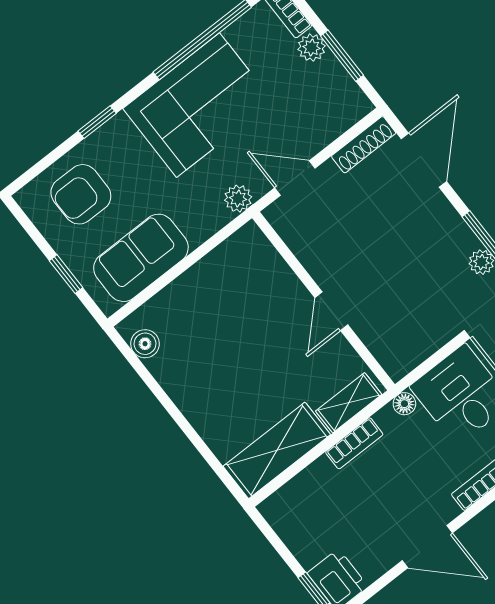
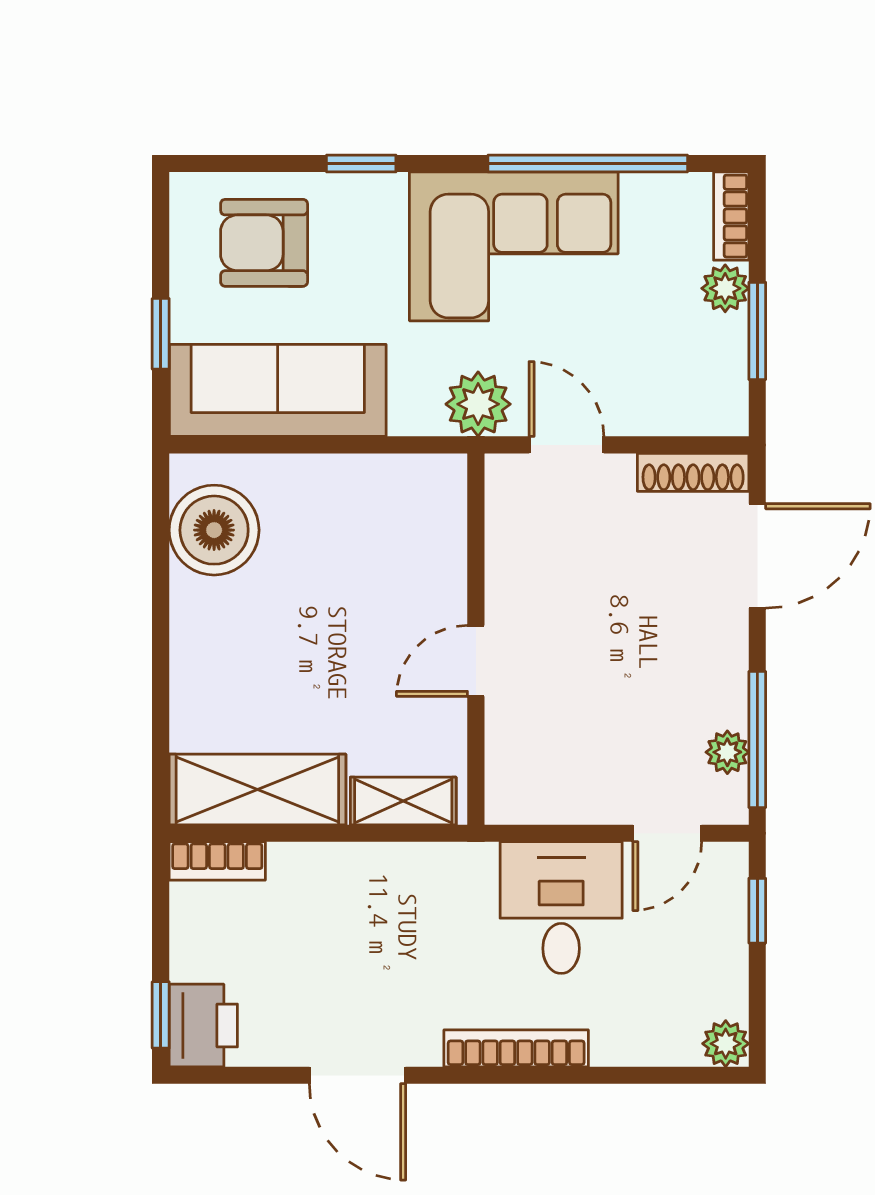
plant: (238, 199) -> (478, 404), width x1.38, depth x1.38
sofa: (141, 258) -> (278, 390), width x1.36
boiler: (145, 344) -> (214, 530), width x1.86, depth x1.86
floor lamp: (404, 404) -> (477, 861), removed
bookcase: (354, 443) -> (217, 861), moved

